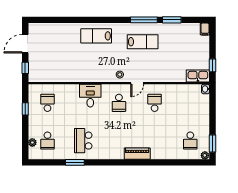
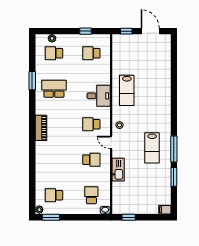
lab bench: (96, 36) -> (127, 90), moved, turned 180
kitchen sink: (198, 76) -> (118, 170), moved
school desk: (47, 103) -> (91, 53), turned 180
school desk: (190, 103) -> (91, 195), added
piano: (137, 154) -> (41, 128), moved

